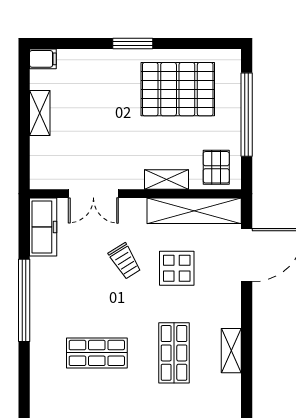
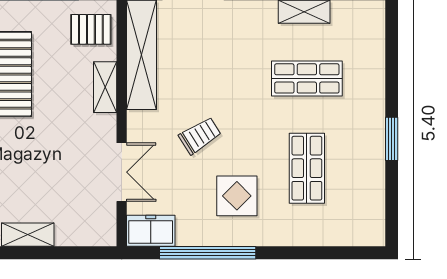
freezer: (43, 227) -> (151, 231), width x0.71
display table: (177, 268) -> (237, 196), moved
window: (24, 300) -> (208, 253), moved

